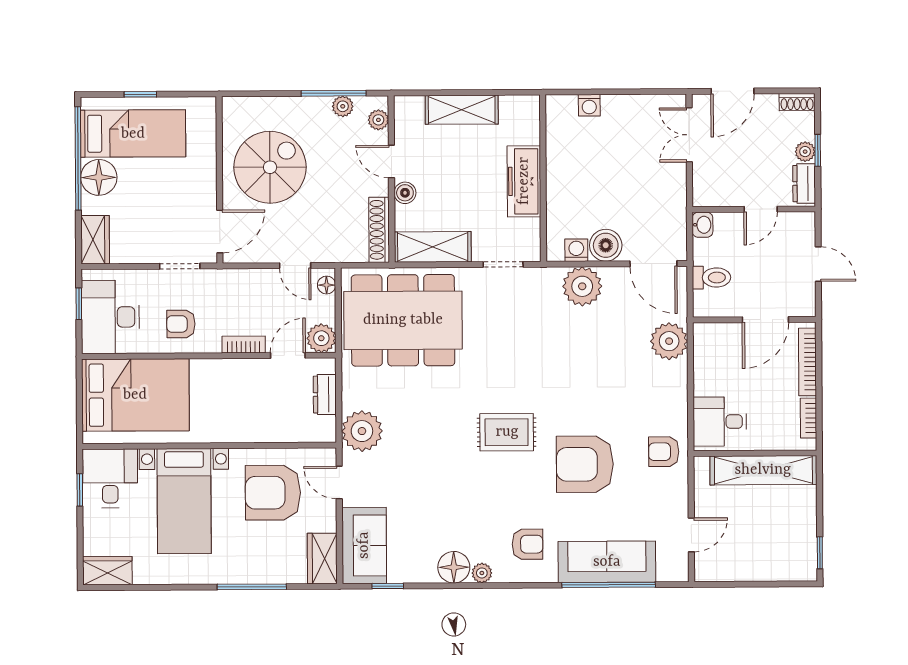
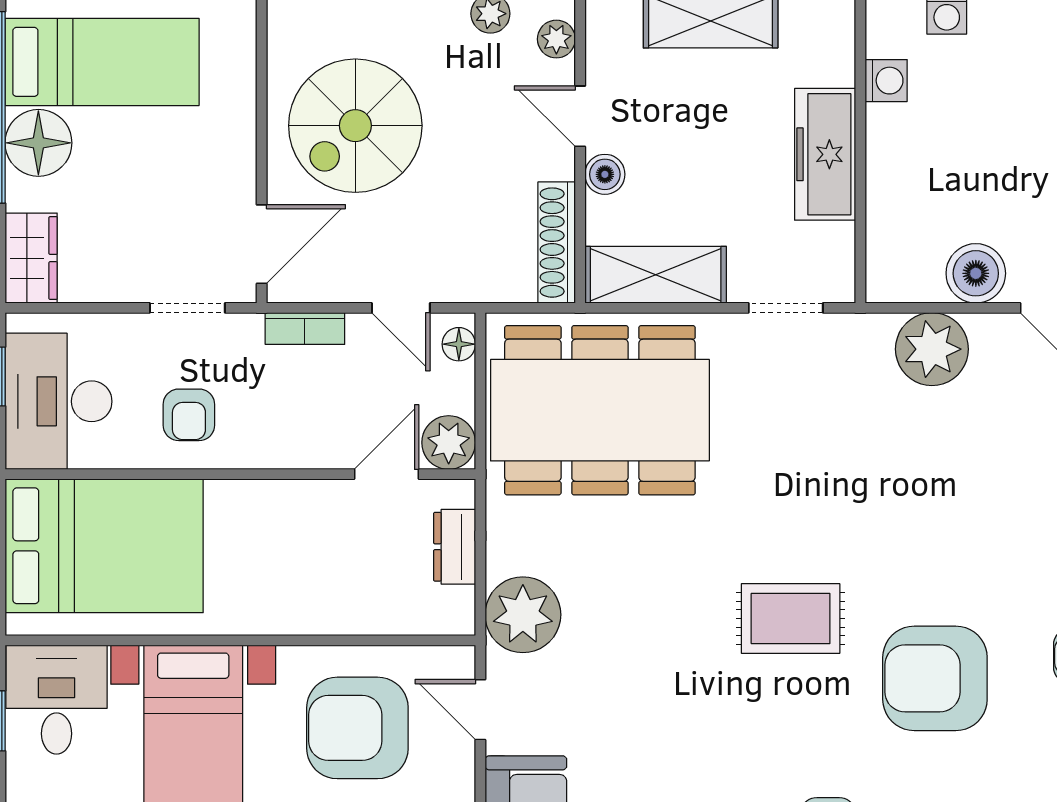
spiral stairs: (270, 167) -> (355, 126), turned 180
washing machine: (576, 250) -> (886, 81), moved, turned 90
armchair: (181, 324) -> (189, 415), turned -90
bookcase: (244, 345) -> (305, 328), moved, turned 180

